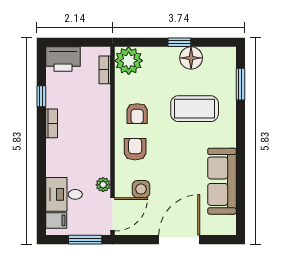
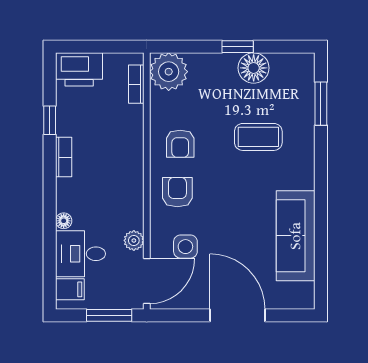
coffee table: (195, 109) -> (258, 137), width x0.73, depth x0.76
floor lamp: (52, 170) -> (64, 221), added
door: (179, 240) -> (237, 315), hinge flipped

